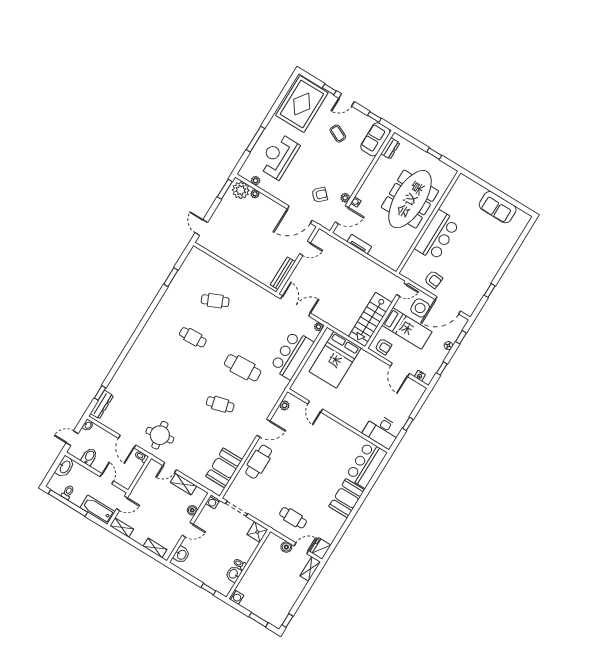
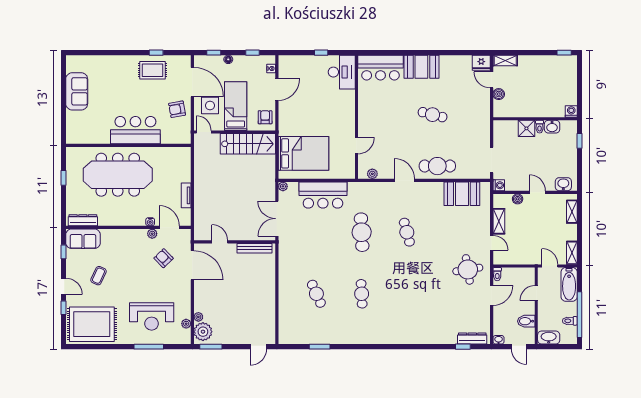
dresser: (390, 148) -> (83, 220), width x1.44
armchair: (433, 279) -> (177, 109), turned -106
rug: (477, 279) -> (153, 70), added
cafe table: (293, 518) -> (433, 115), moved, turned -76
shower: (257, 532) -> (526, 128), moved
window: (259, 620) -> (579, 79), removed

